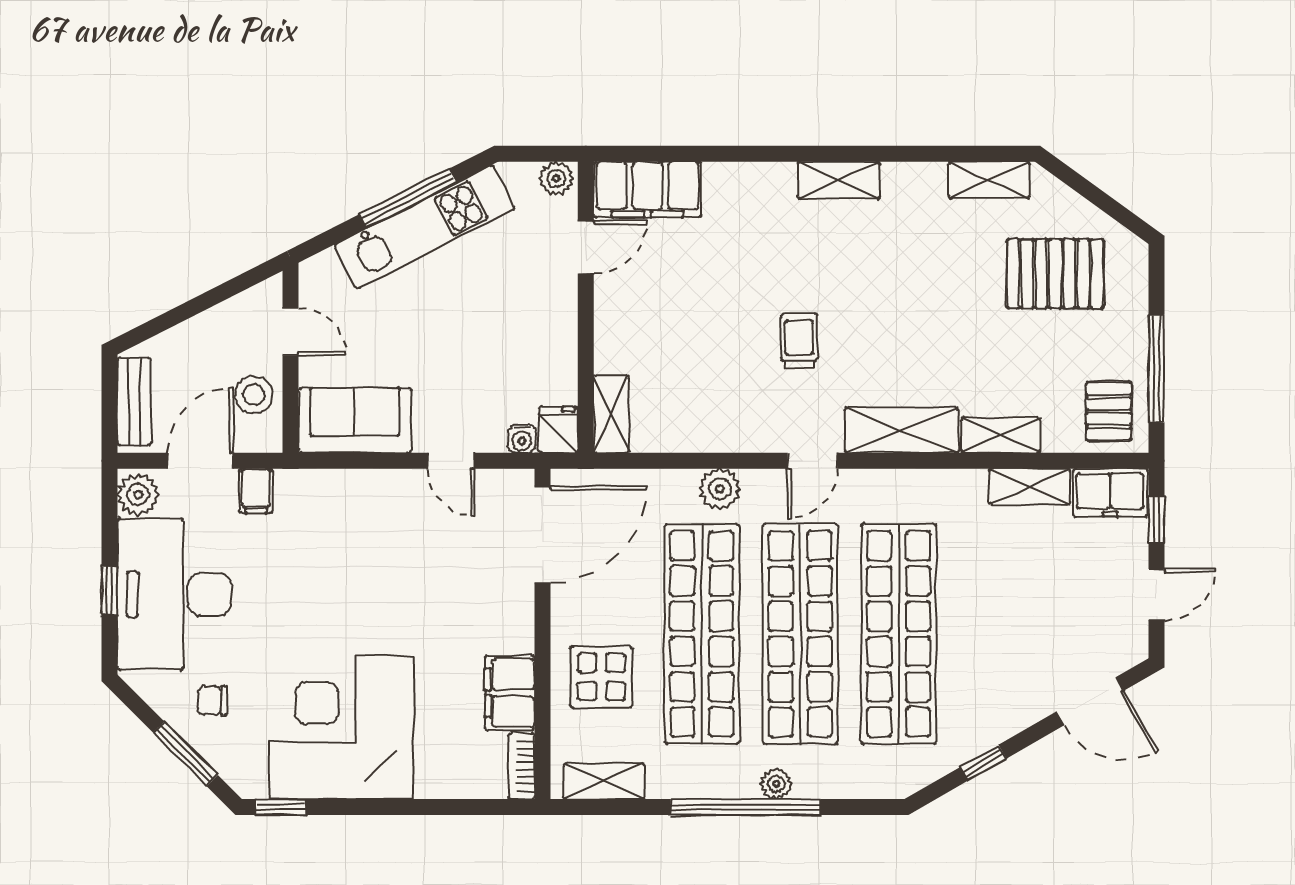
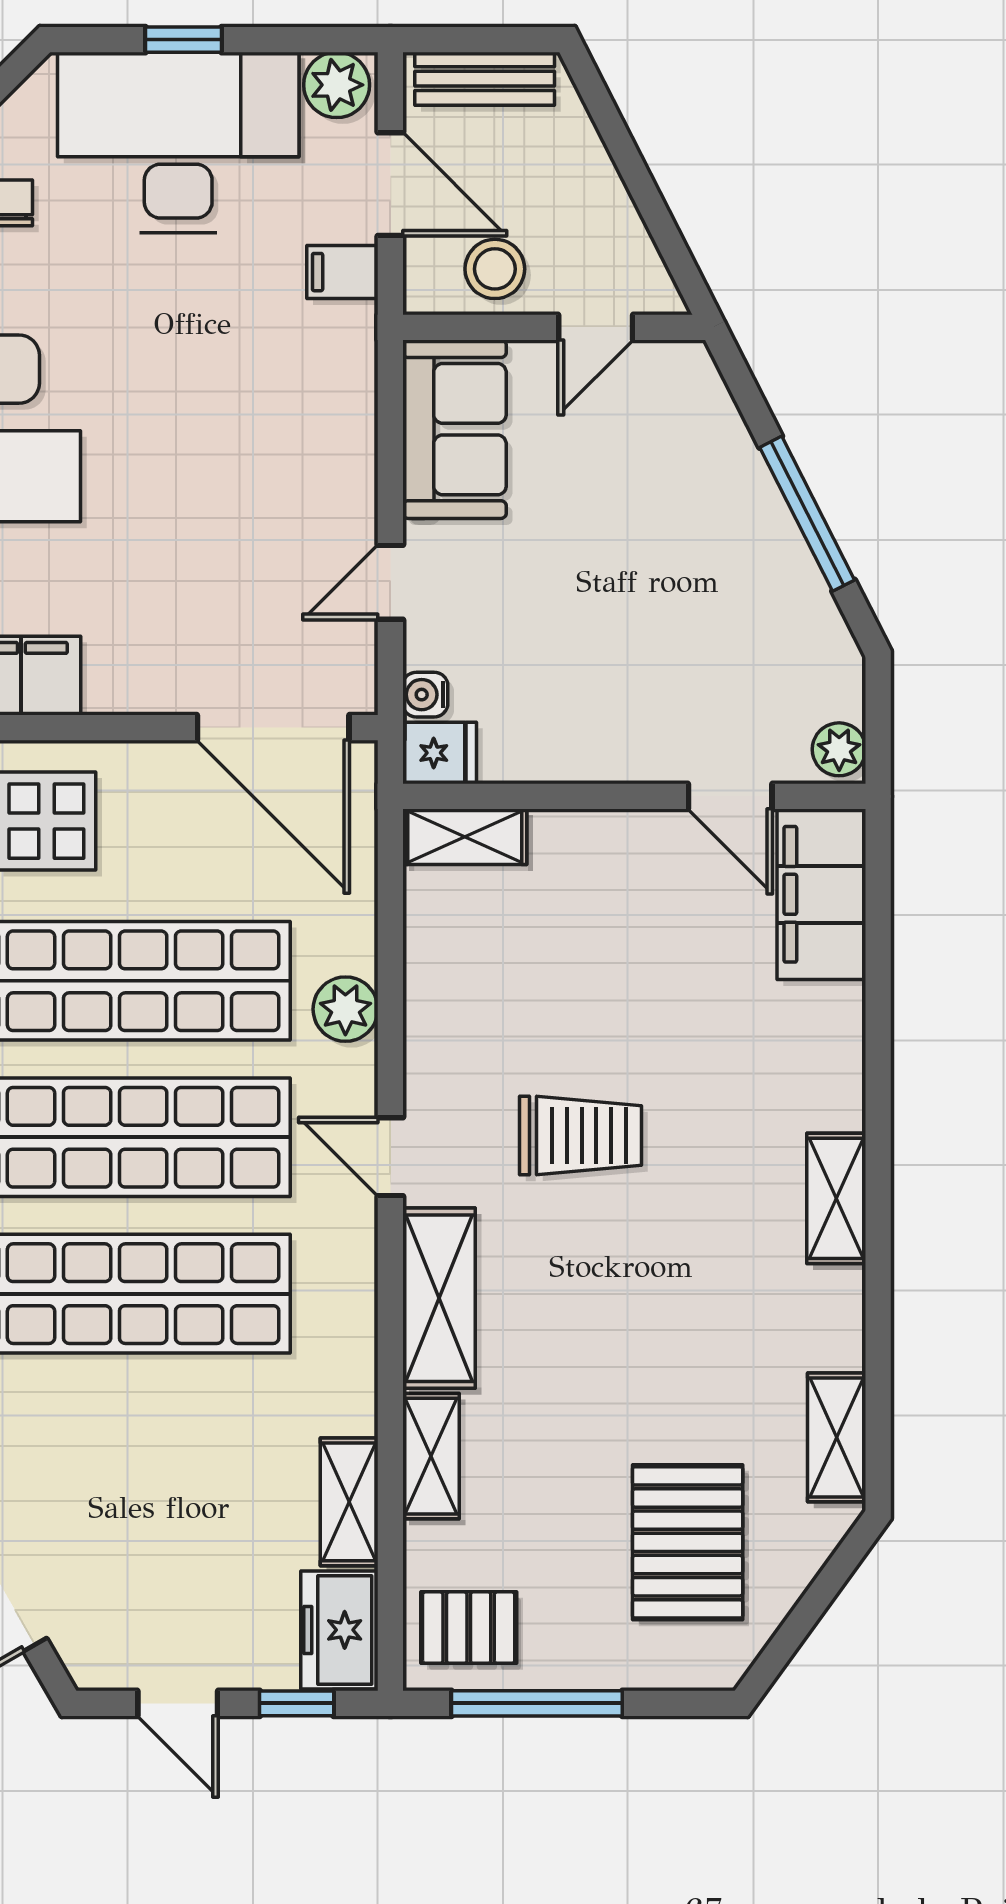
kitchen unit: (425, 227) -> (762, 540), removed
trolley: (799, 341) -> (580, 1135), width x1.36, depth x1.39

